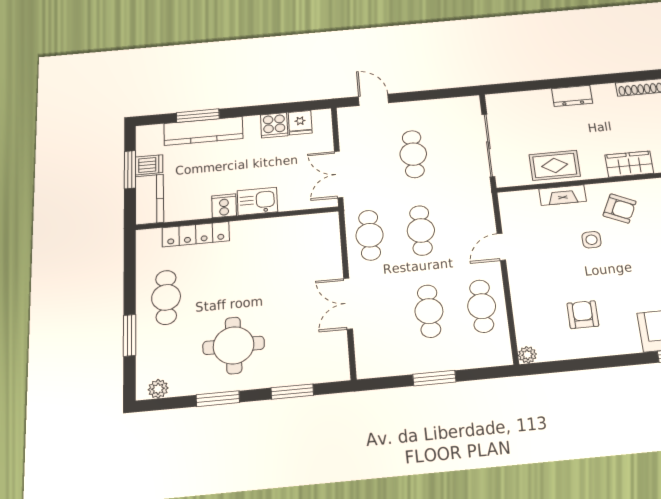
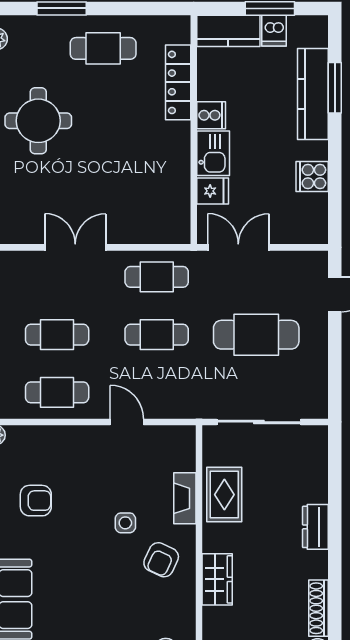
fridge: (300, 123) -> (213, 191), moved, turned 180
cafe table: (413, 154) -> (256, 335), width x1.37, depth x1.35

